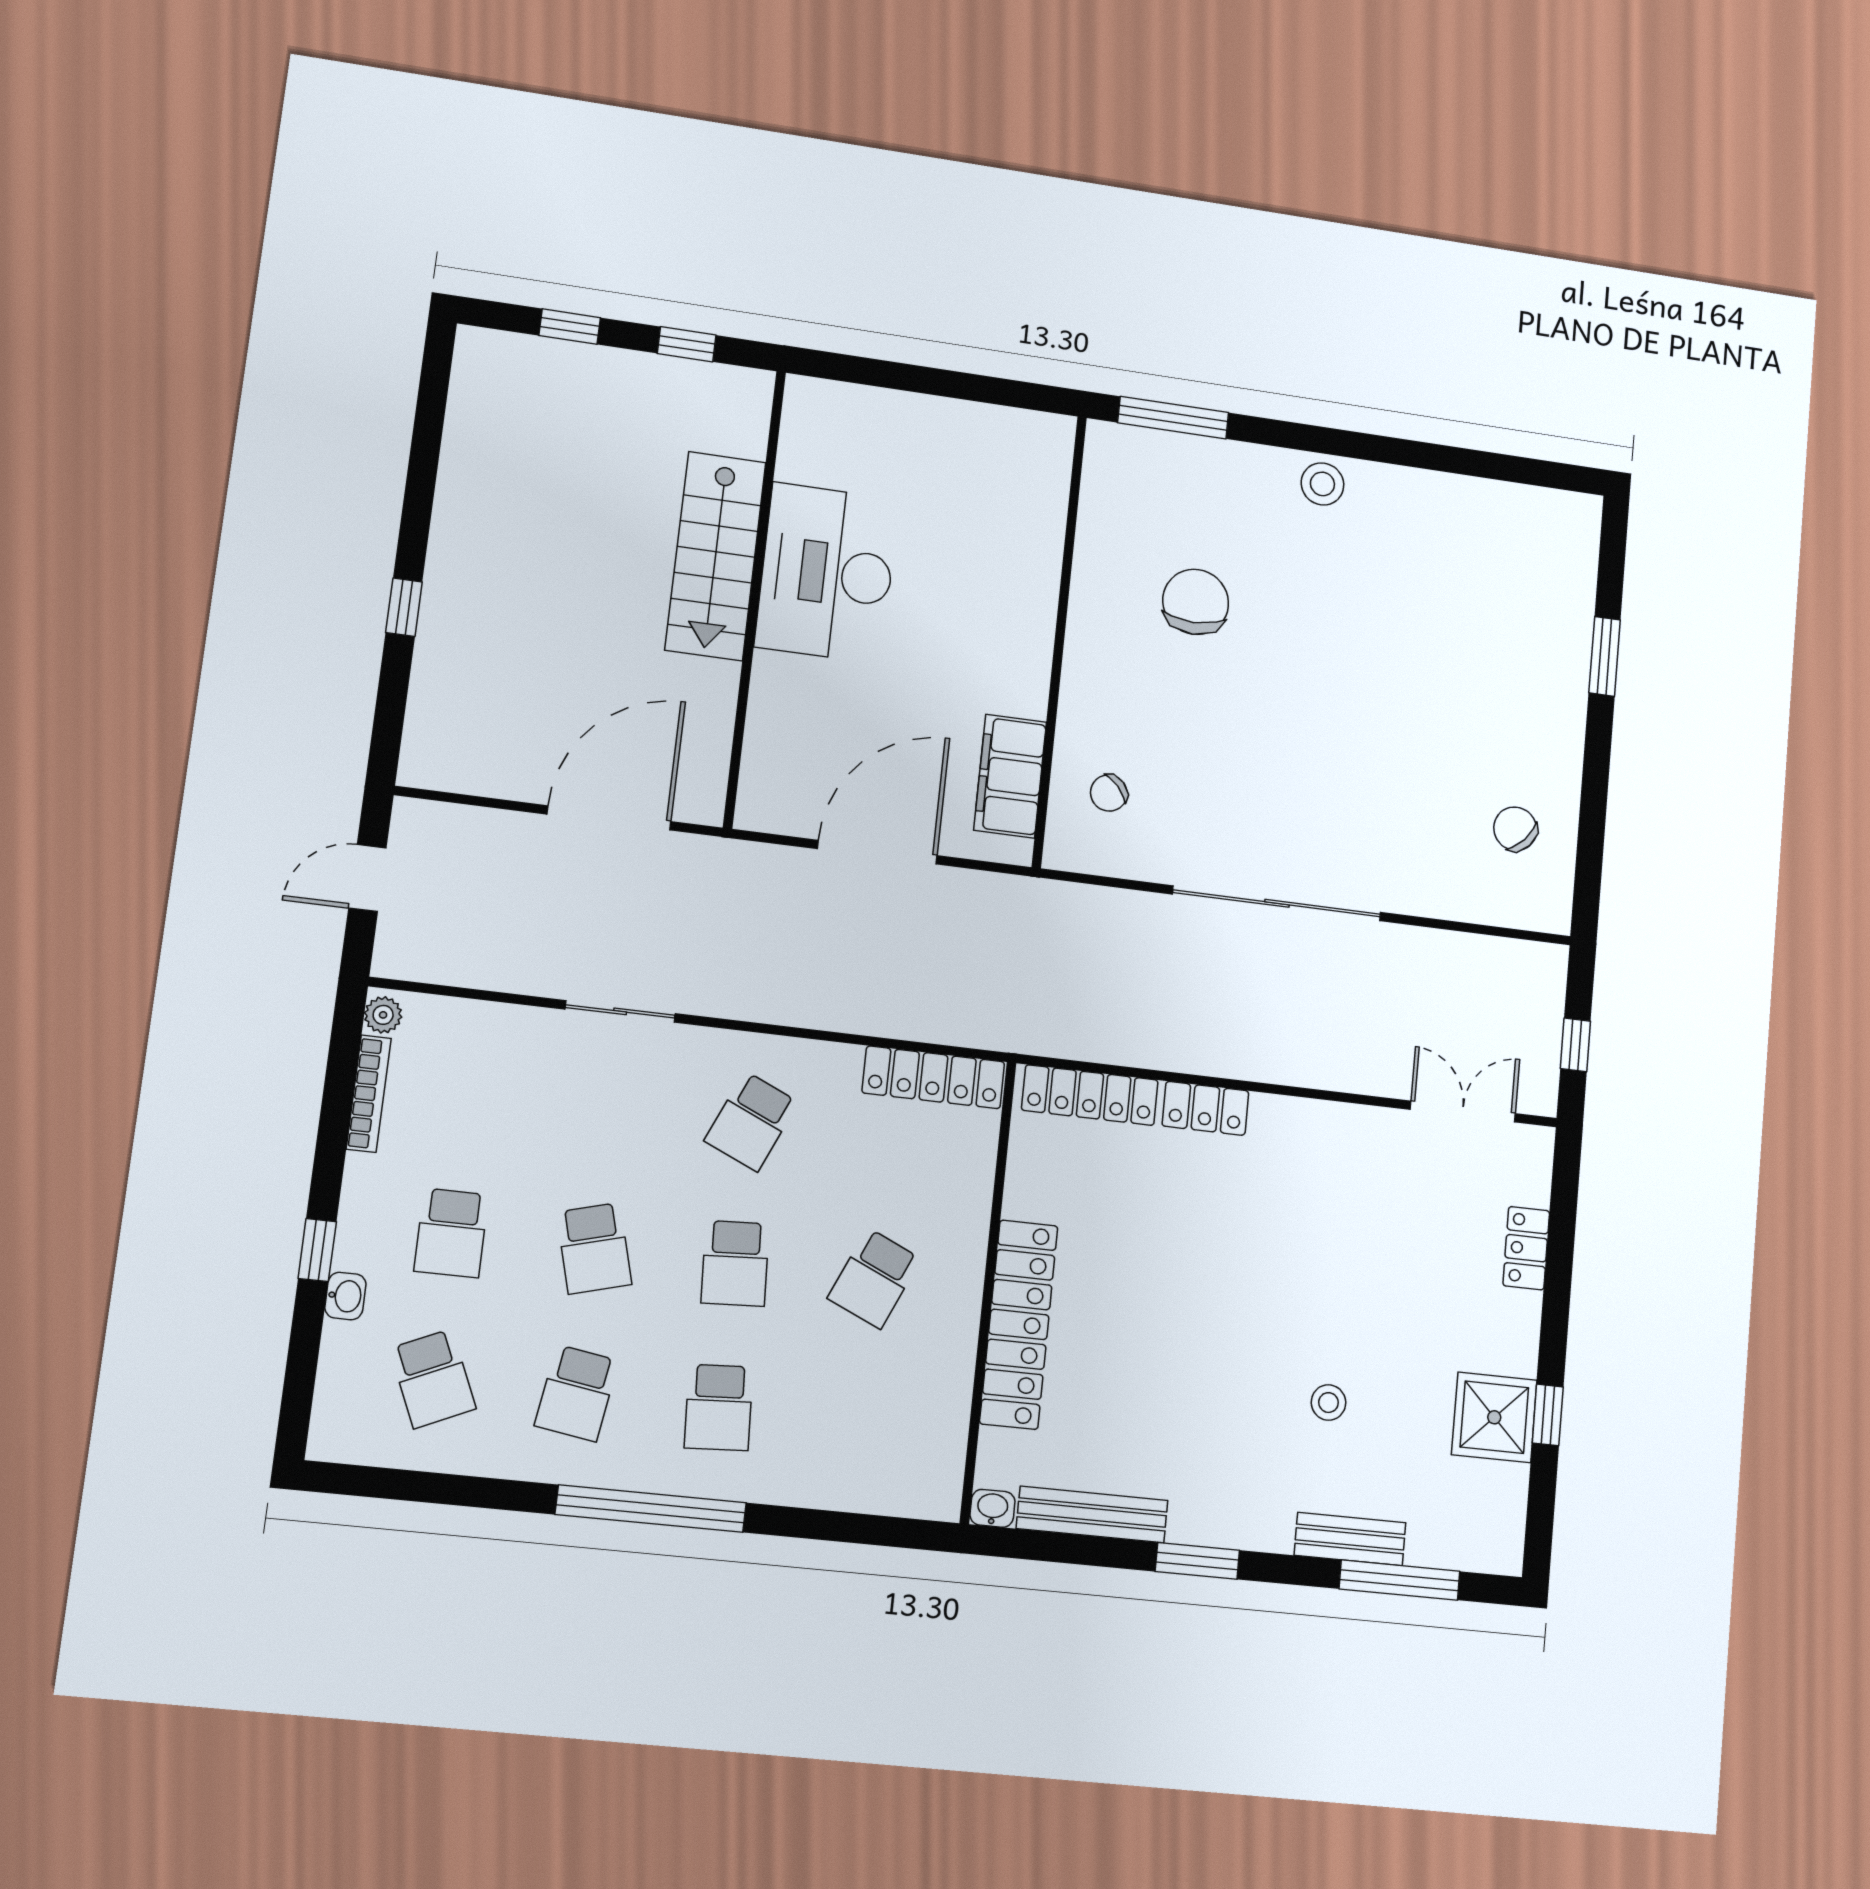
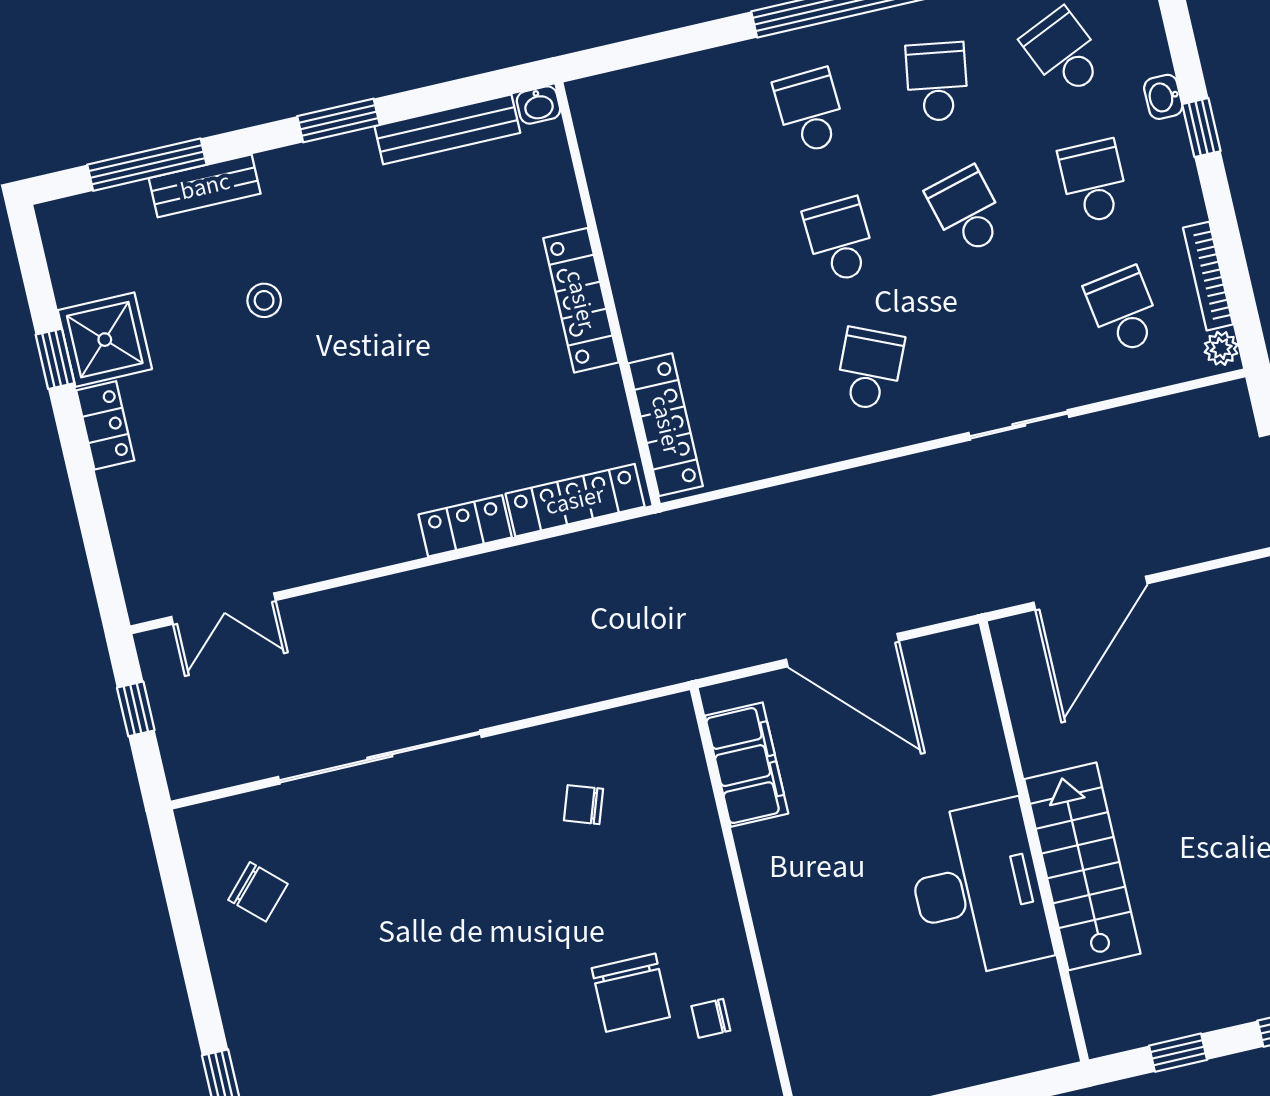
chair: (1128, 549) -> (711, 1018), added
chair: (1109, 793) -> (583, 805), moved, turned -119
door: (877, 852) -> (843, 650), hinge flipped
sliding door: (1277, 903) -> (380, 757), moved
locker: (933, 1077) -> (666, 425), moved, turned 90
locker: (1526, 1248) -> (105, 425), moved
school desk: (874, 1278) -> (1123, 311), moved, turned -33
locker: (1019, 1324) -> (581, 300), width x0.71, depth x0.83

